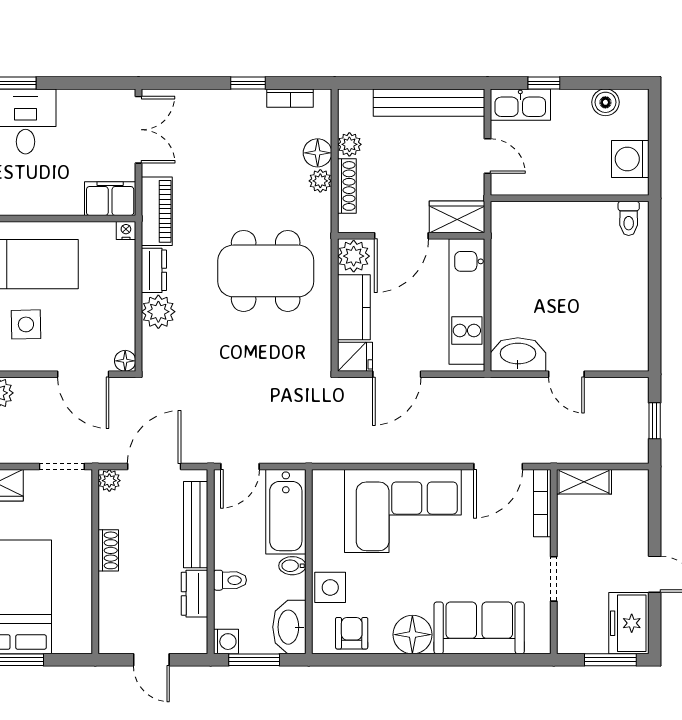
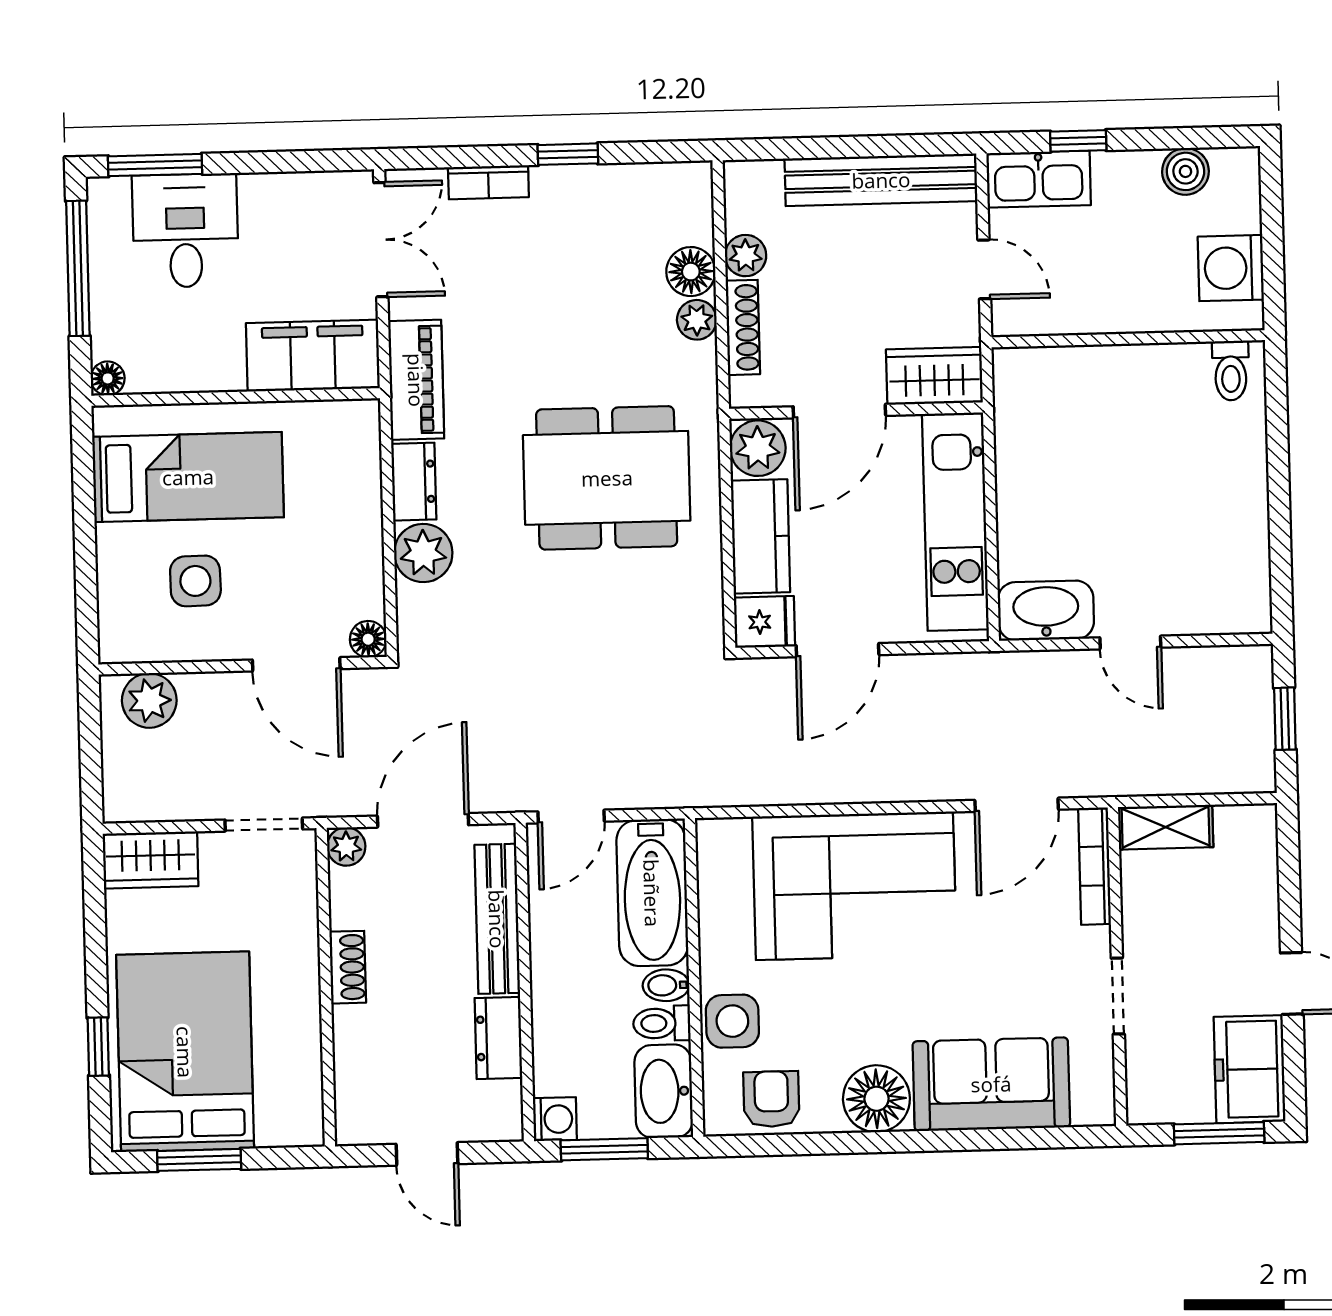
bookcase: (290, 98) -> (488, 182), moved
filing cabinet: (110, 199) -> (313, 356), width x1.50, depth x1.17
nightstand: (126, 231) -> (364, 414), removed
toilet: (230, 580) -> (662, 1023), moved, turned 180

